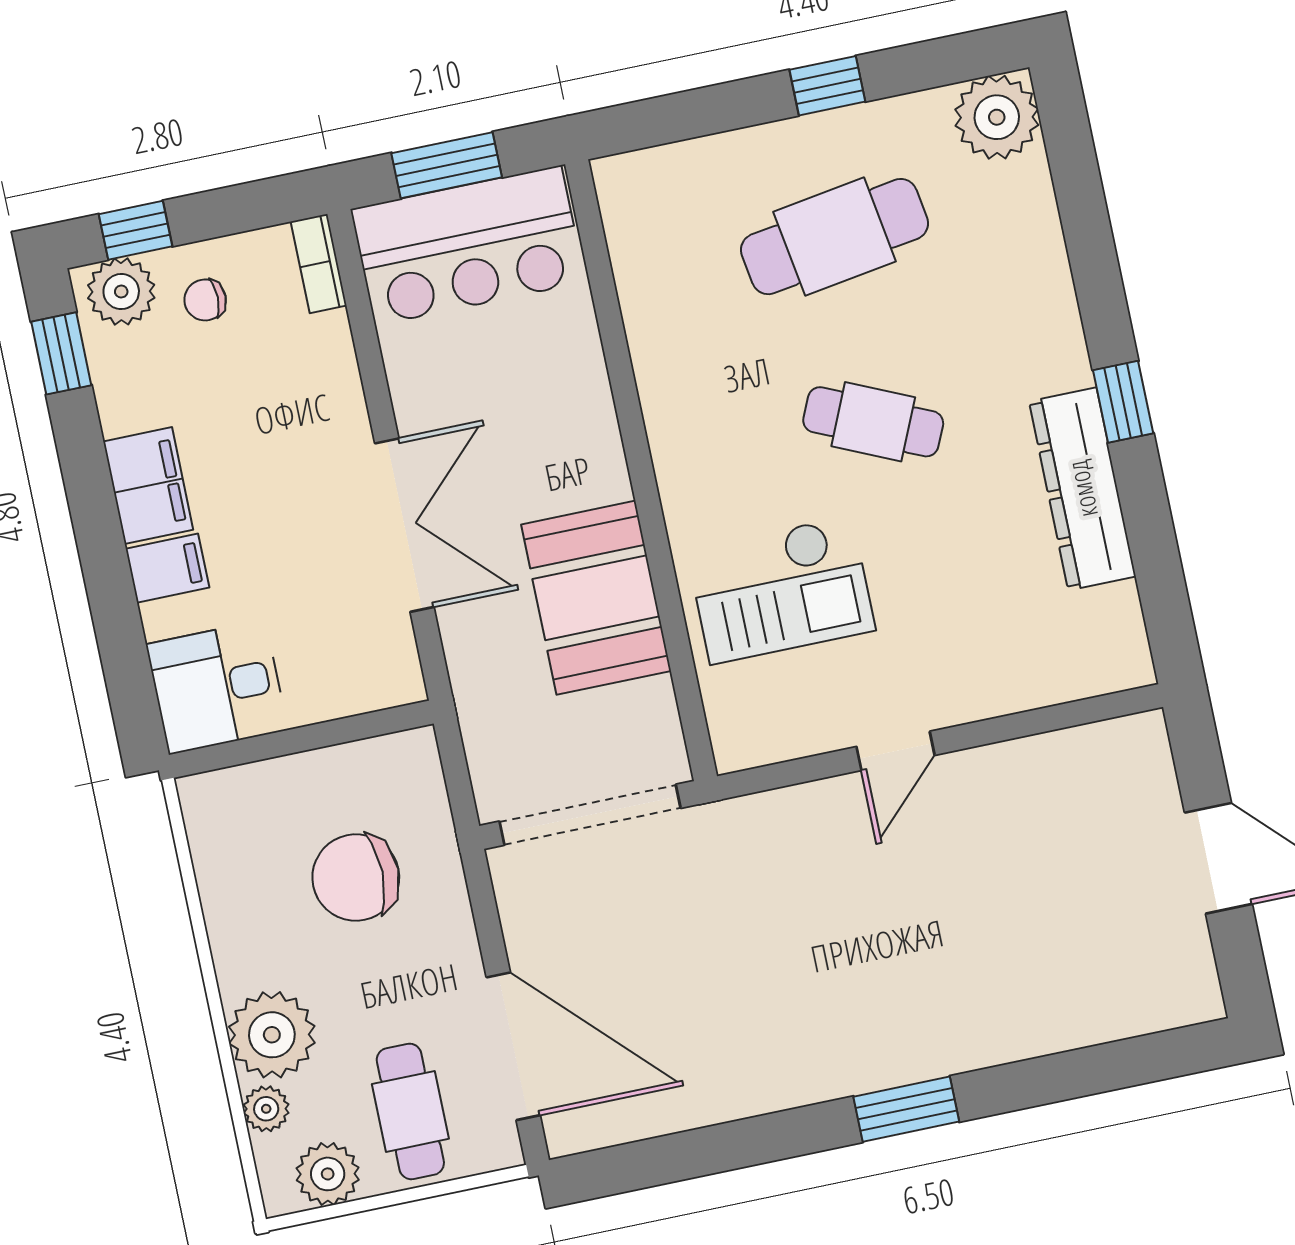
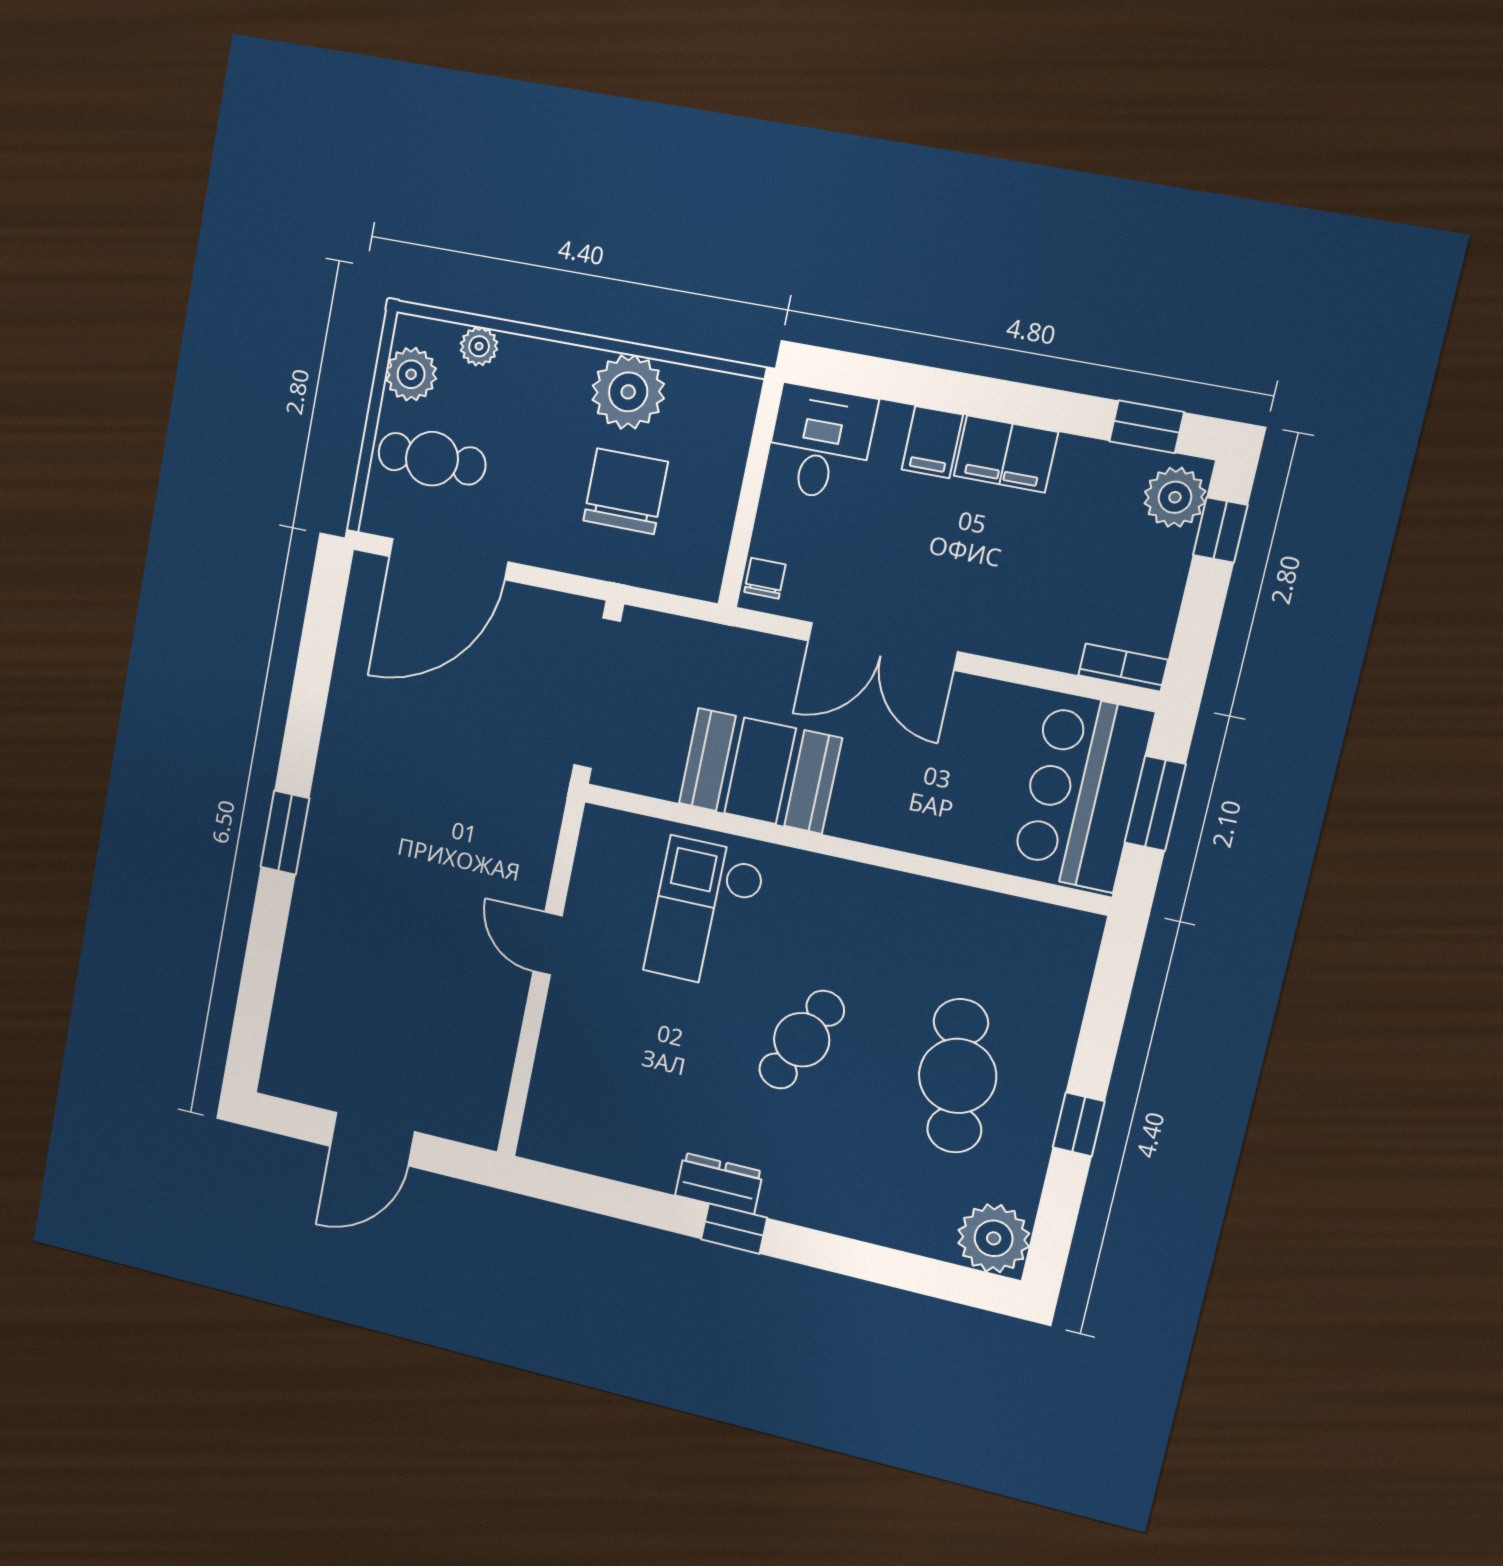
chair: (205, 300) -> (765, 578), moved
dresser: (1082, 489) -> (719, 1183), width x0.51, depth x0.80
plant: (272, 1035) -> (628, 392), moved

